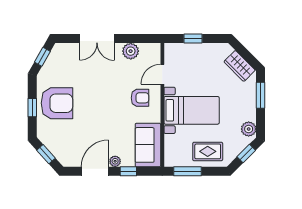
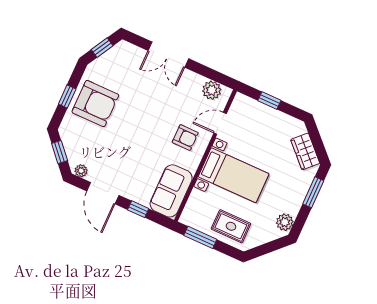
plant: (131, 51) -> (212, 90), moved
window: (246, 153) -> (271, 247), removed
plant: (115, 161) -> (81, 171), moved
door: (95, 171) -> (103, 193), swing flipped

